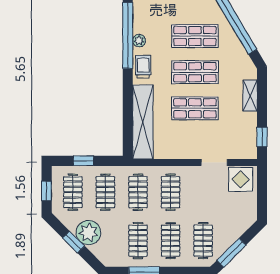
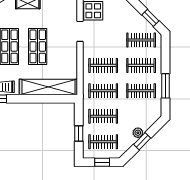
plant: (88, 233) -> (138, 133), width x0.53, depth x0.53
window: (231, 253) -> (150, 18), width x0.67

